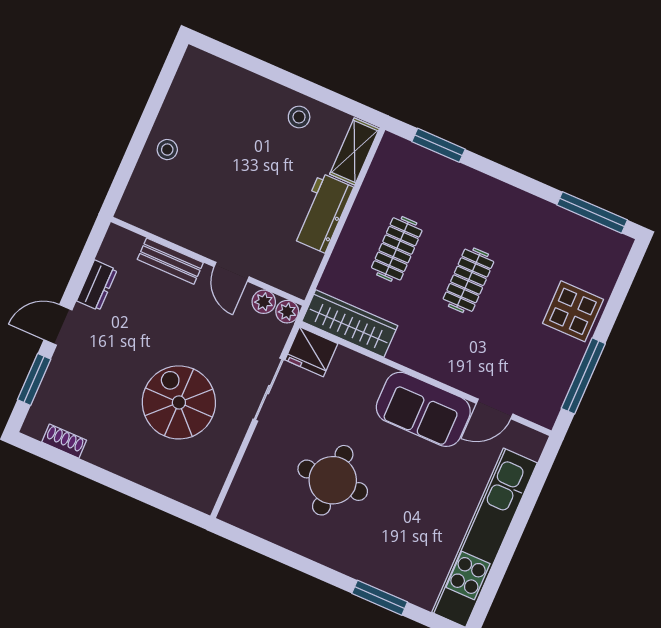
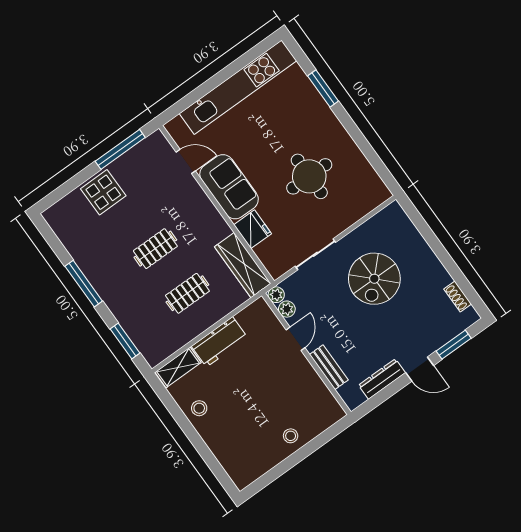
window: (592, 212) -> (84, 284), moved
dresser: (97, 285) -> (382, 379), width x1.44
fridge: (311, 352) -> (253, 229), moved

